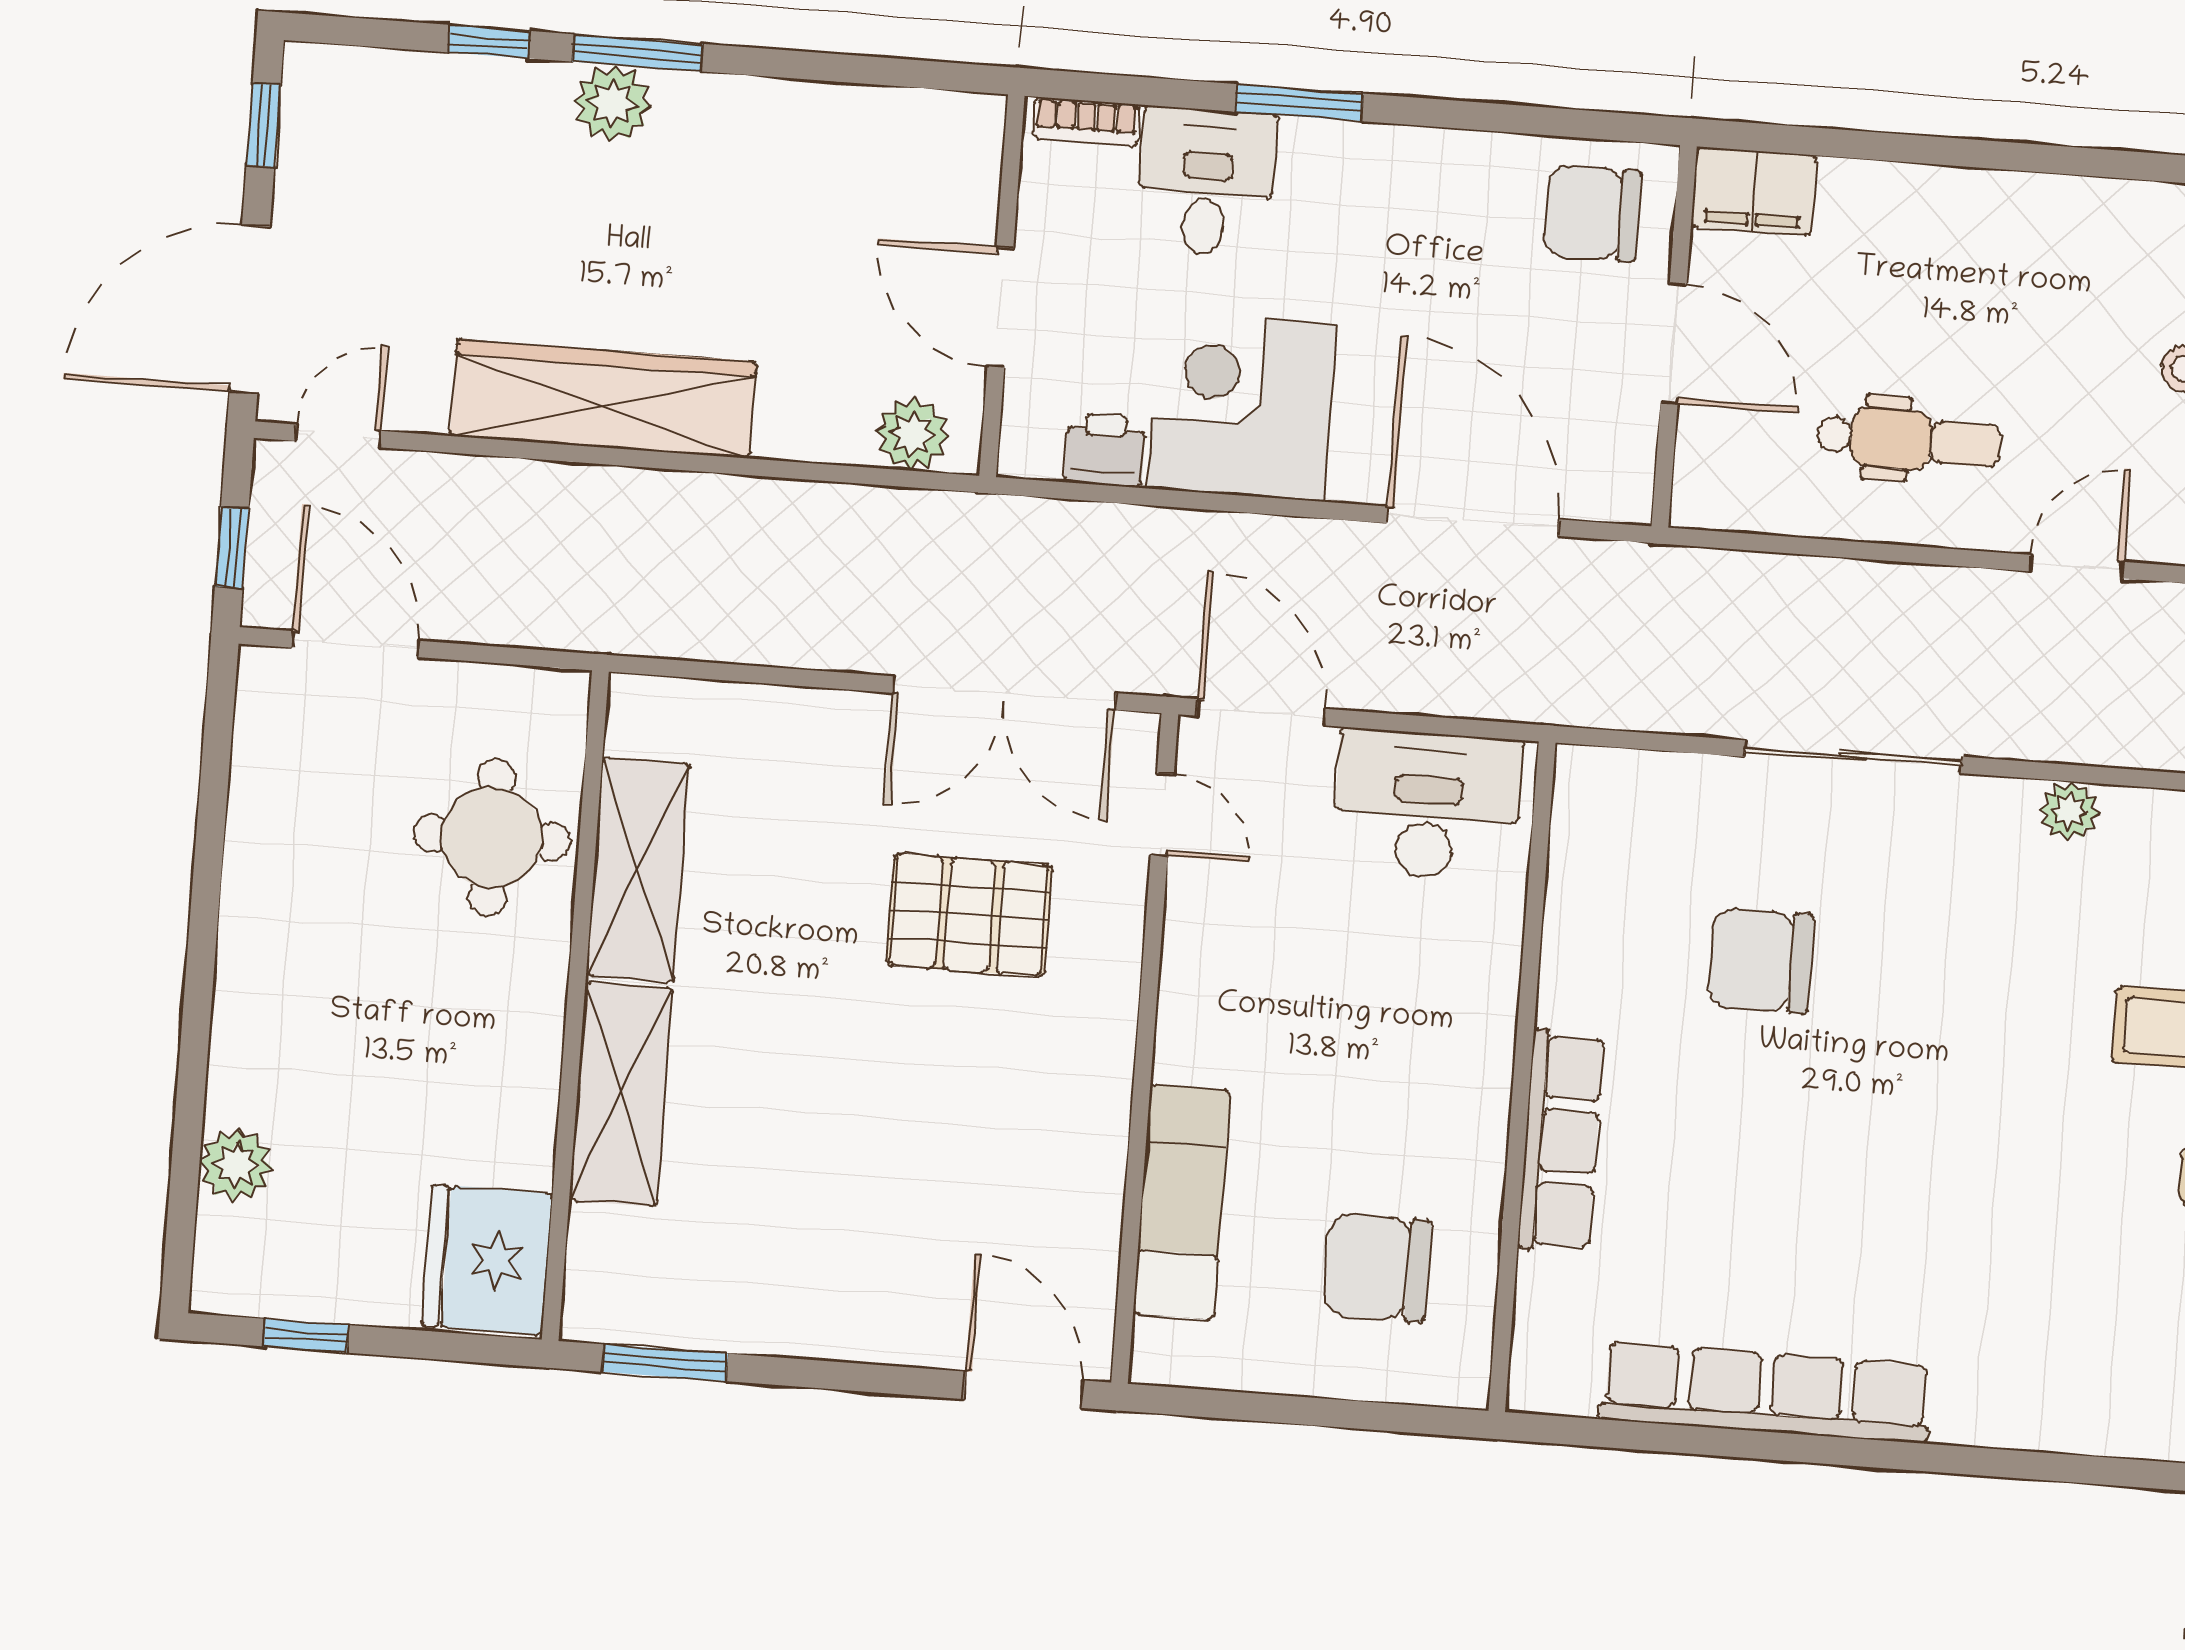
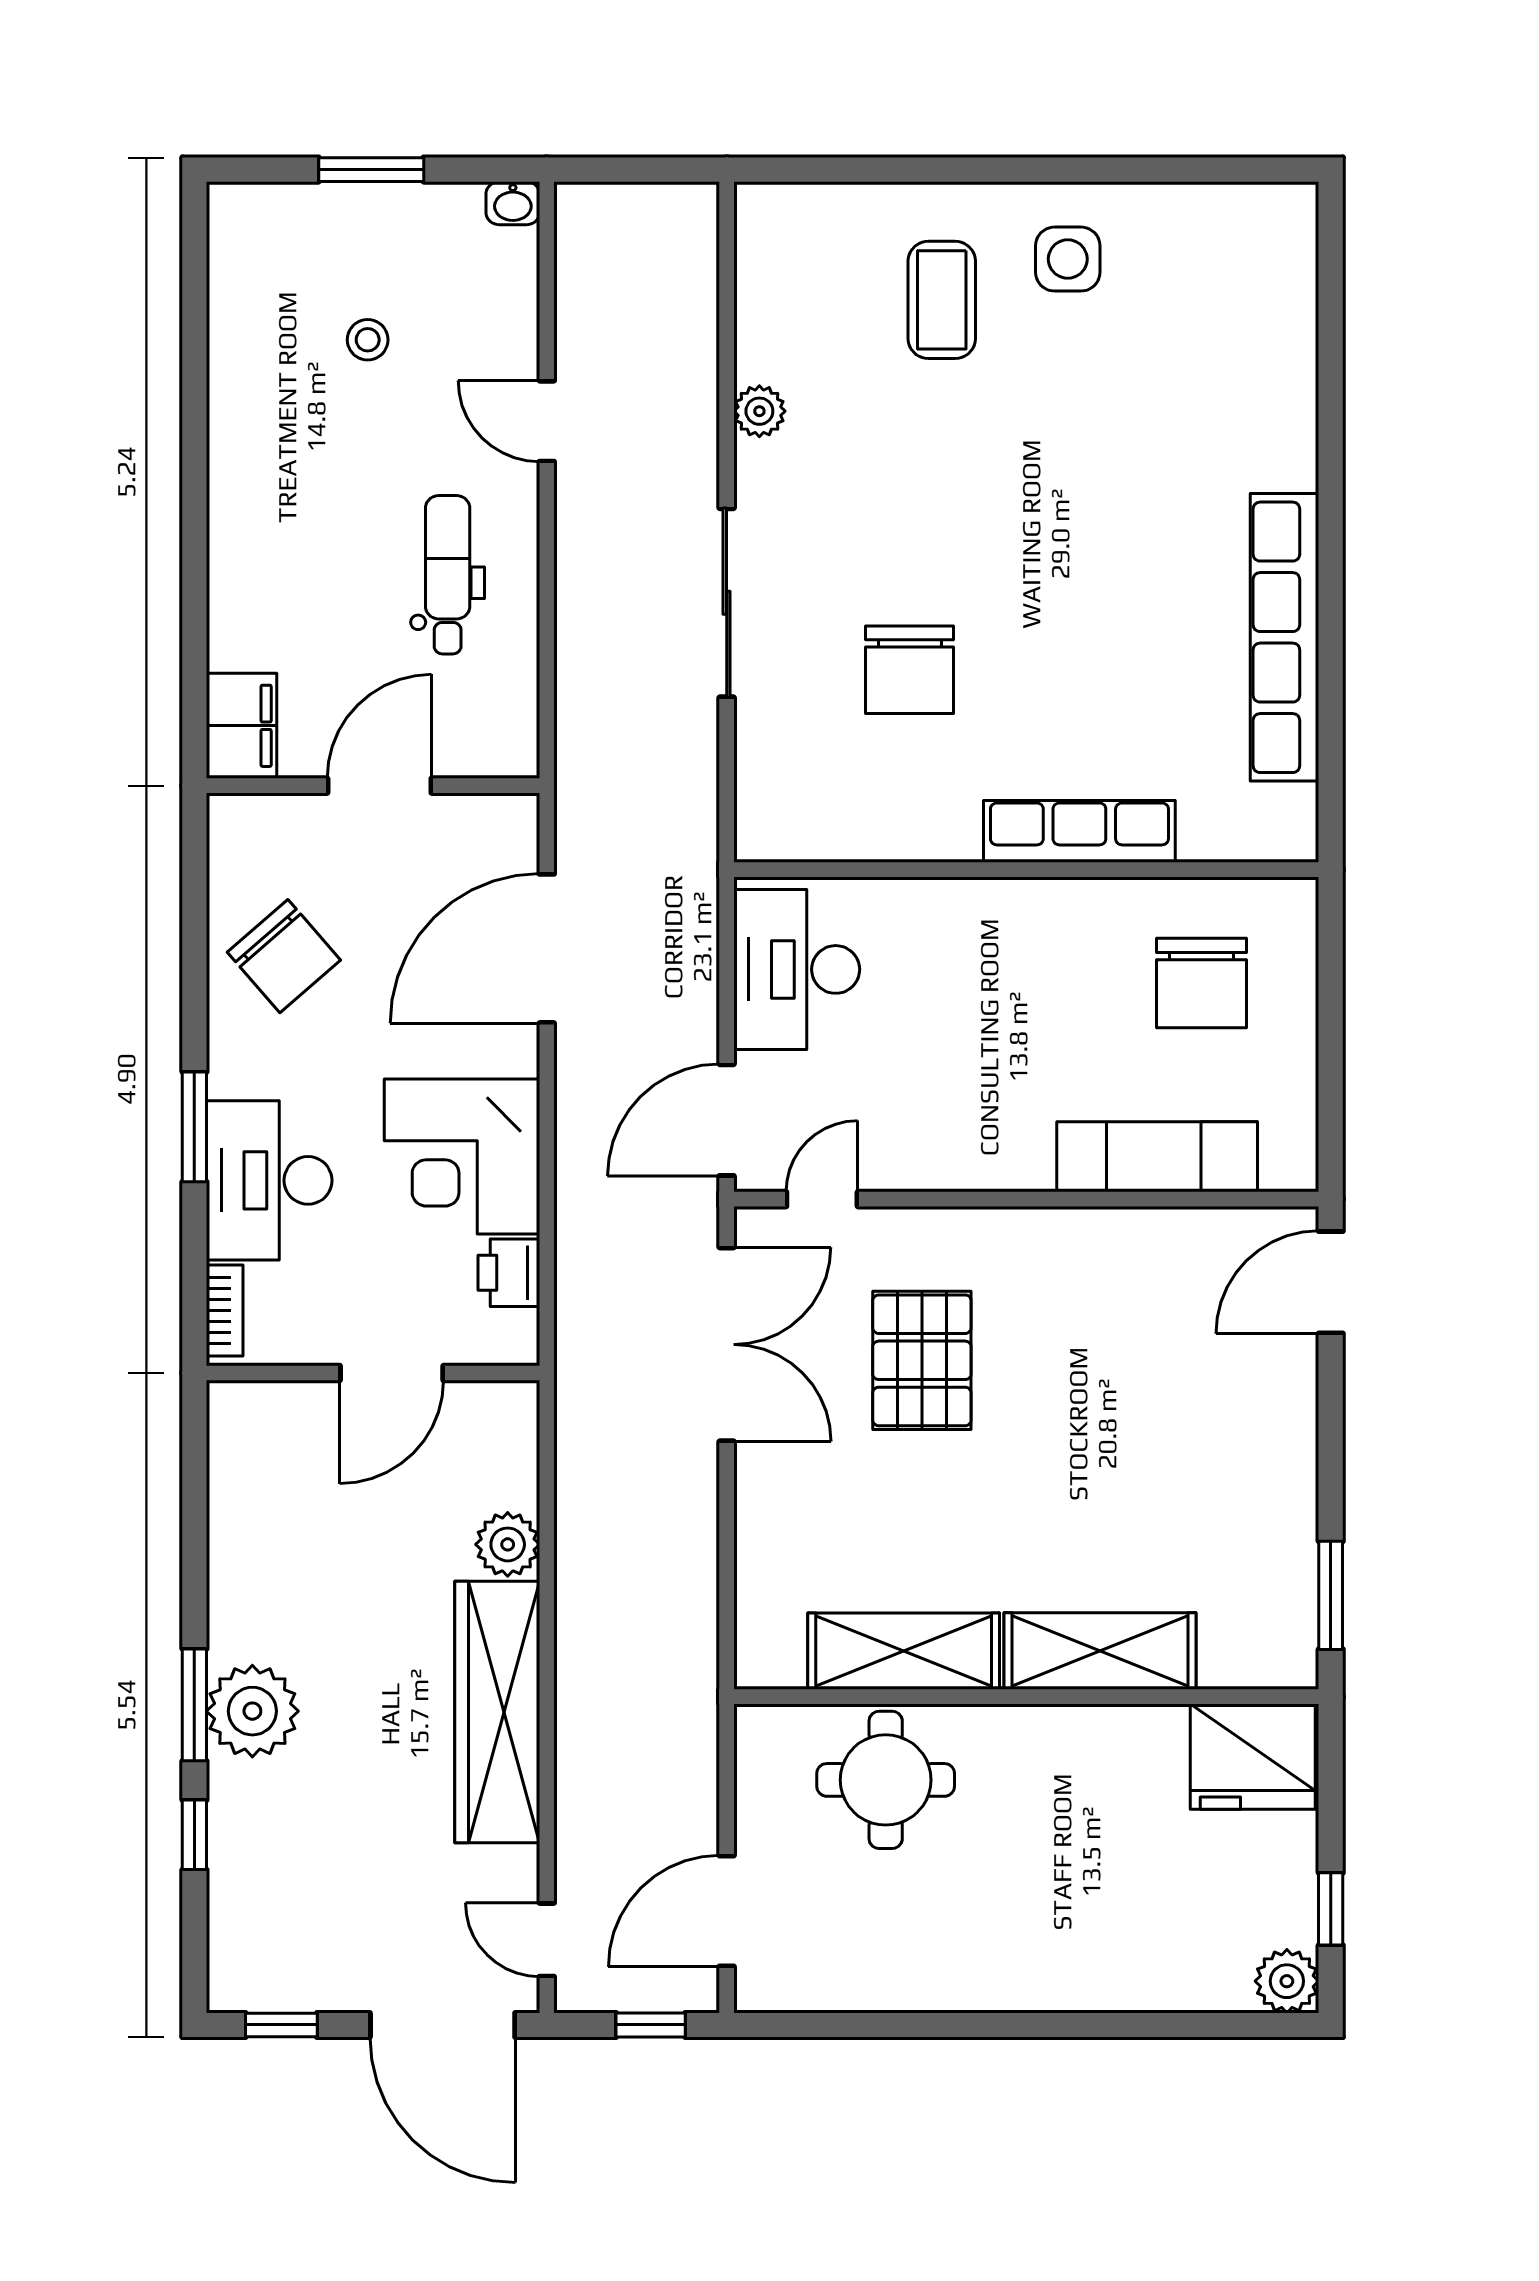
plant: (612, 104) -> (252, 1711), width x1.36, depth x1.36
desk: (1206, 182) -> (269, 1180), width x1.37
chair: (1592, 213) -> (284, 956), moved, turned -41
plant: (912, 434) -> (508, 1544), moved
plant: (236, 1165) -> (1287, 1981), moved

